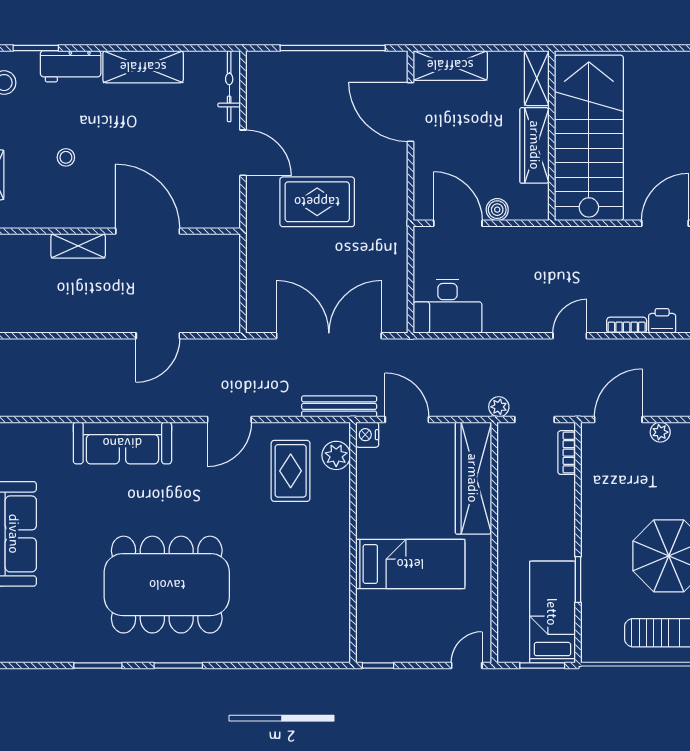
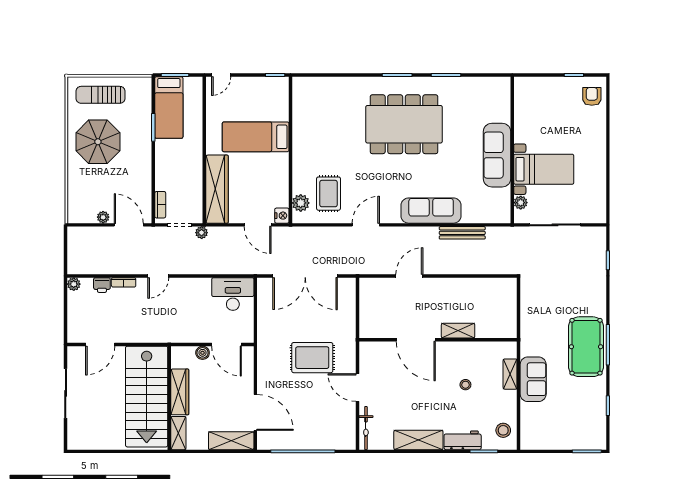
bench: (339, 406) -> (462, 233), moved
door: (618, 419) -> (129, 225), swing flipped

